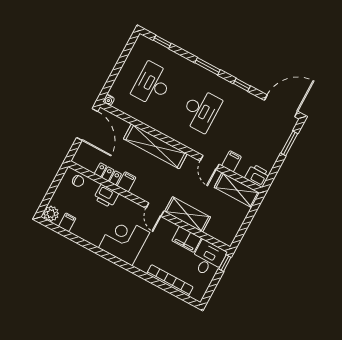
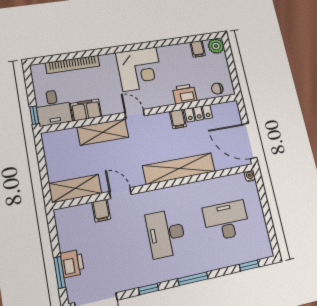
desk: (152, 84) -> (226, 221), turned -90
printer: (257, 176) -> (72, 263), moved, turned -90

